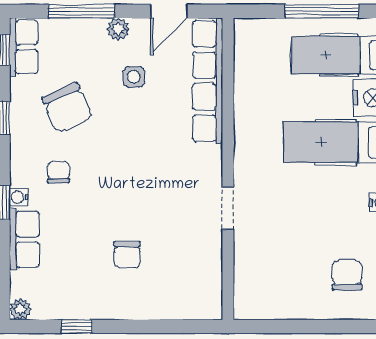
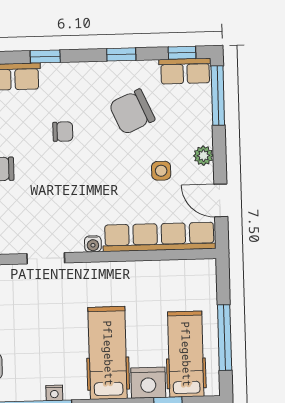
window: (81, 11) -> (218, 96), moved
chair: (59, 172) -> (63, 132), moved
water cooler: (19, 197) -> (93, 244), moved, turned 180

